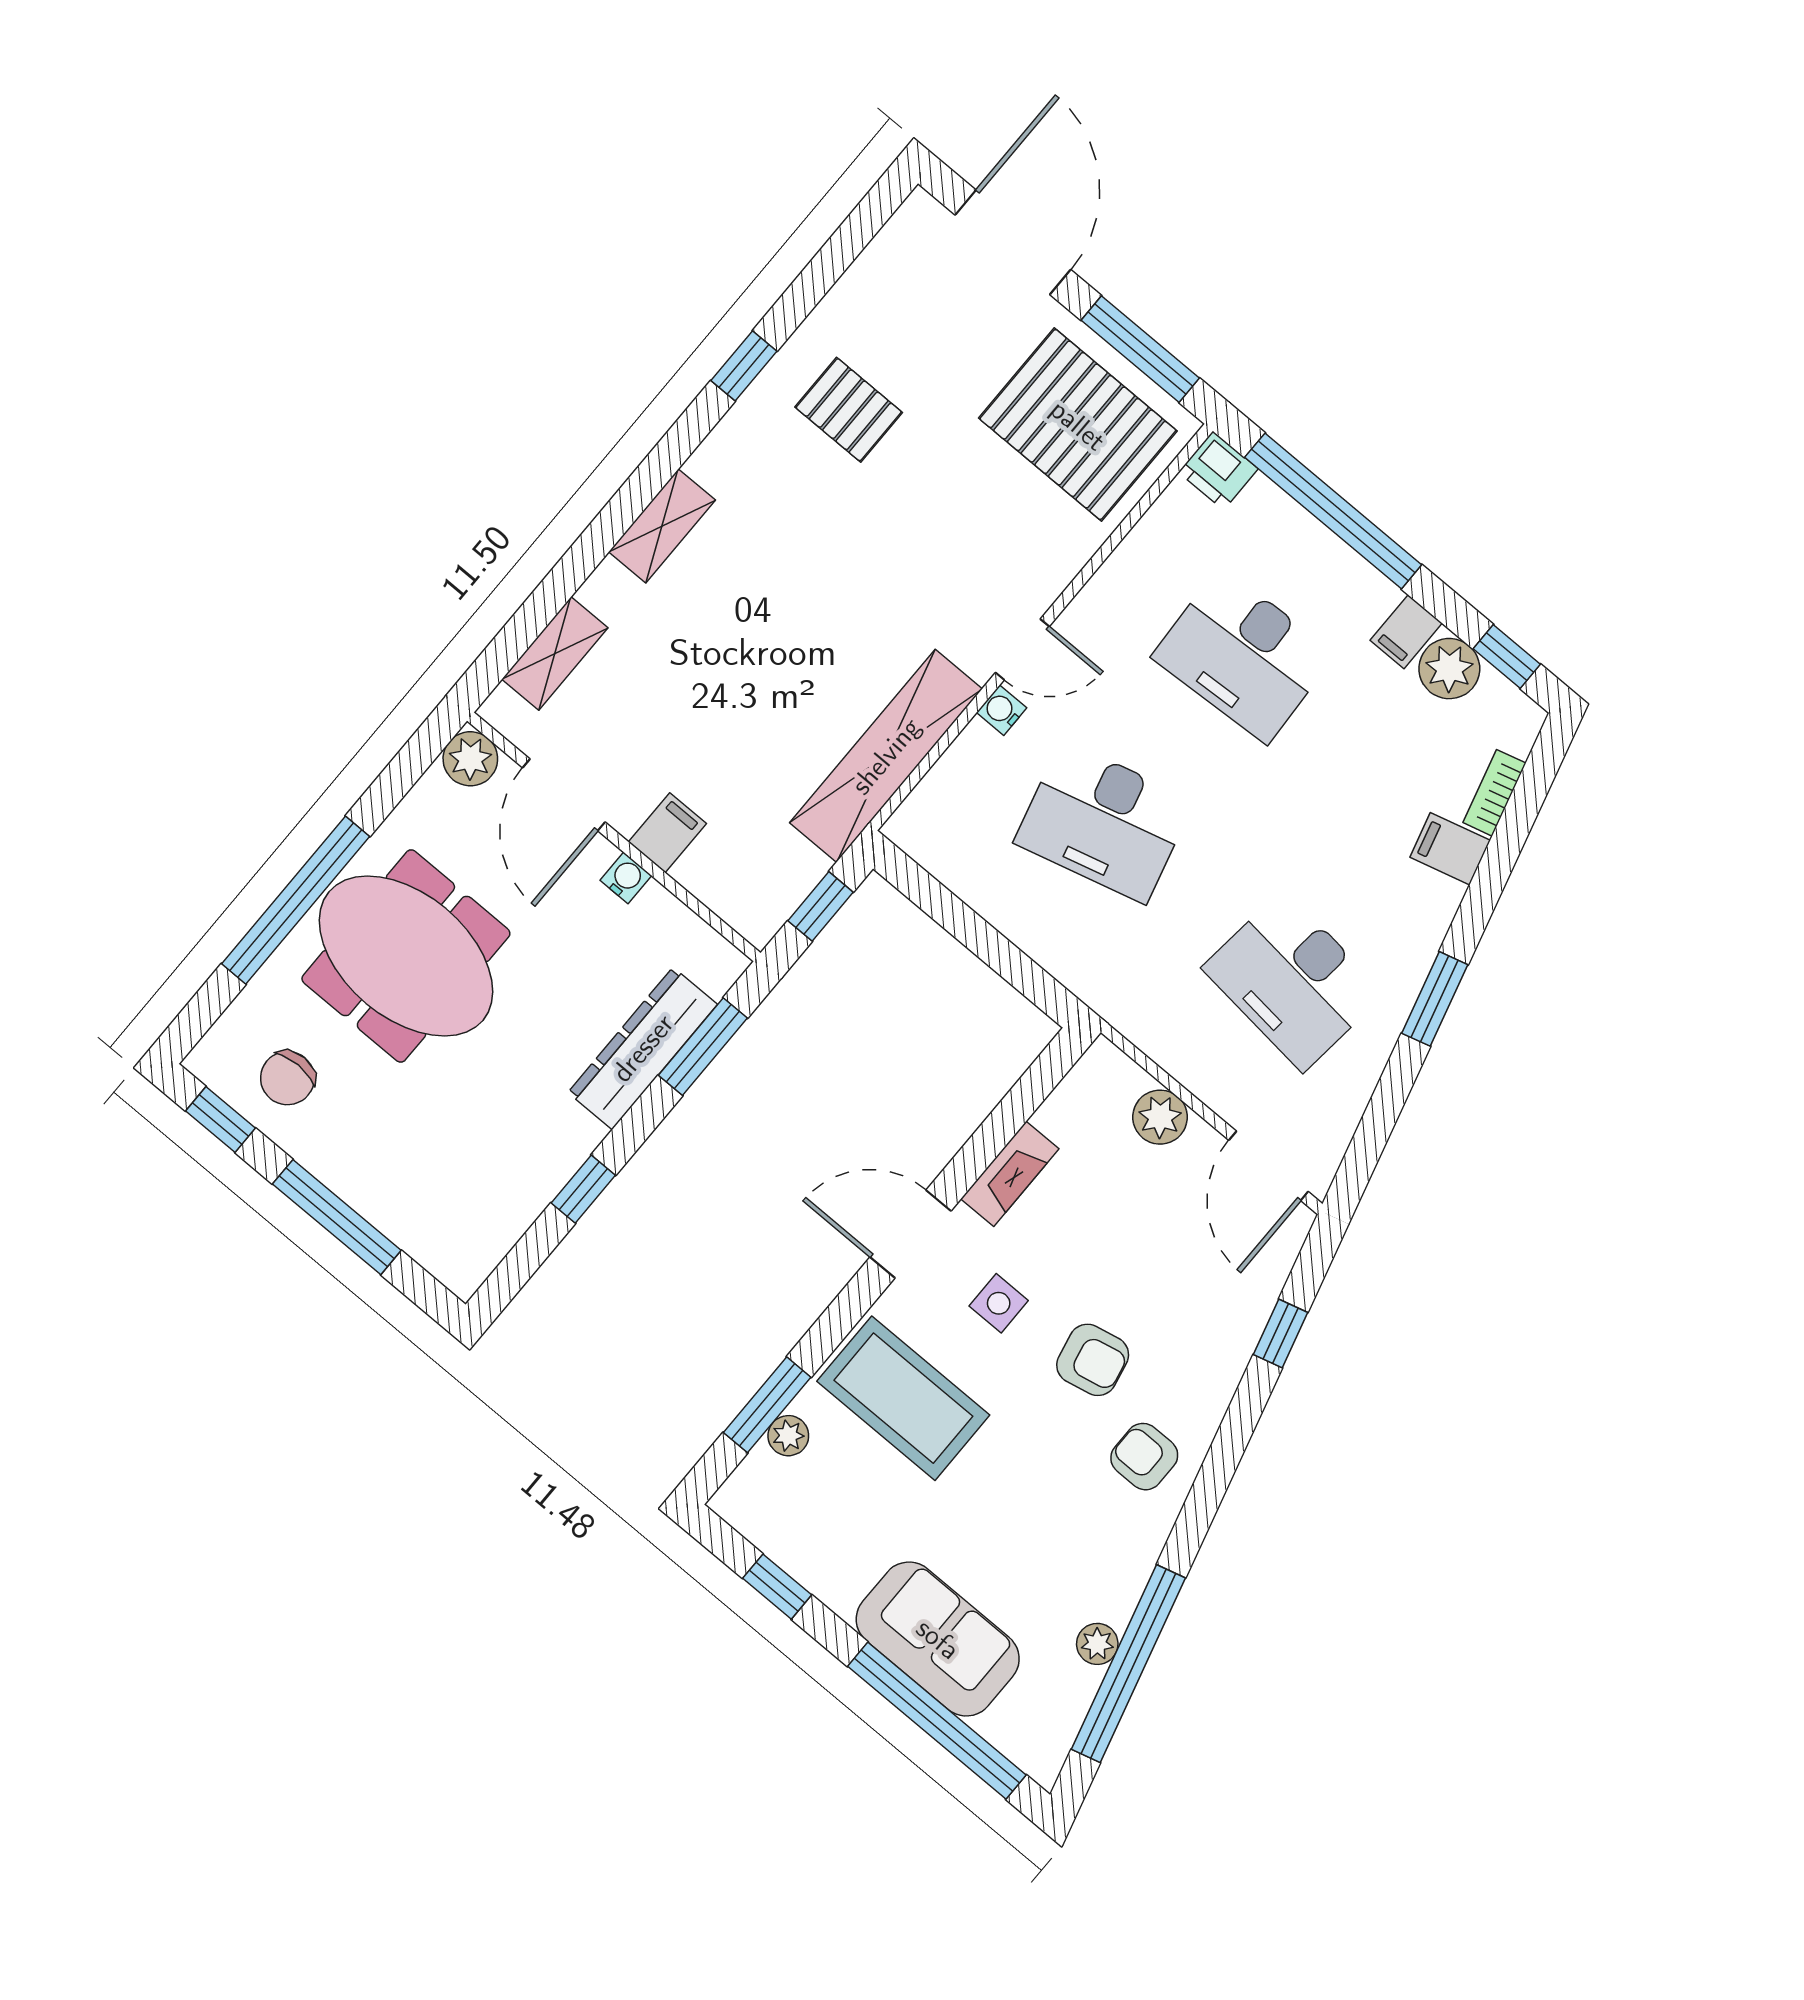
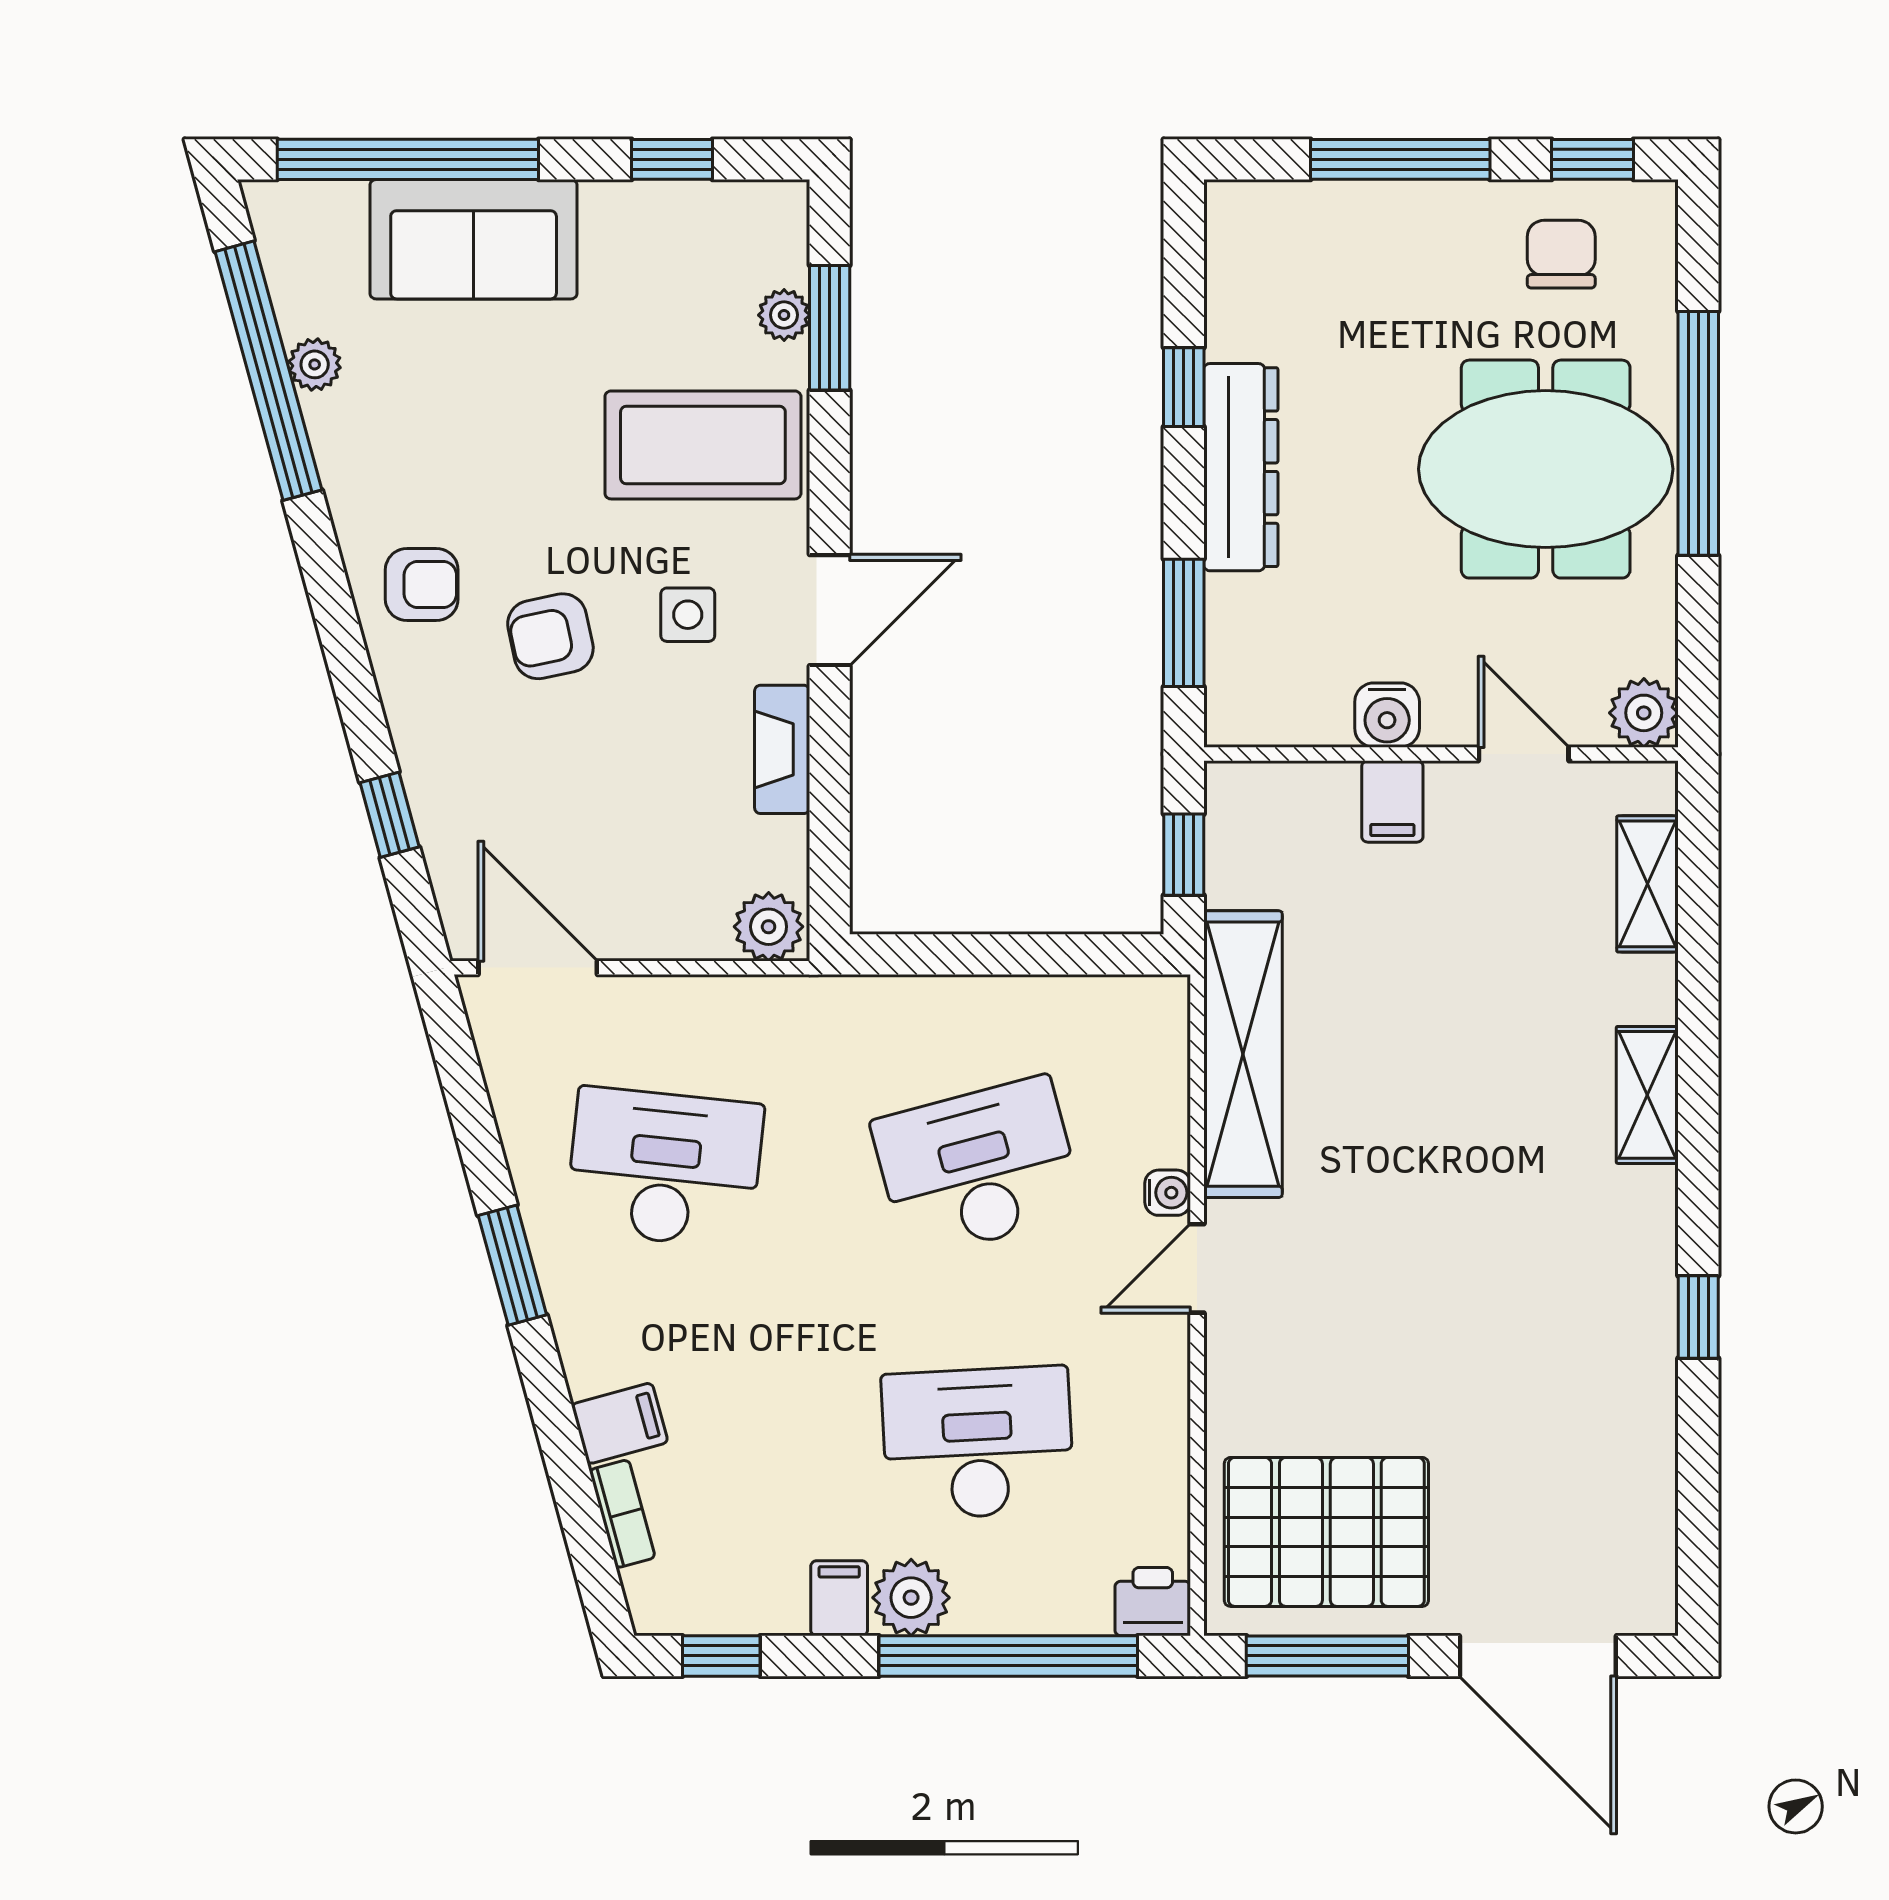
pallet: (849, 410) -> (1561, 1360), removed
plant: (1449, 669) -> (911, 1598), moved
door: (564, 795) -> (1524, 754), width x0.73
water cooler: (626, 878) -> (1387, 715), width x1.38, depth x1.38
dresser: (643, 1048) -> (1241, 467), moved
plant: (1160, 1117) -> (769, 927), moved

